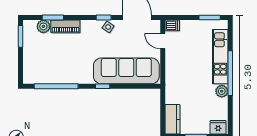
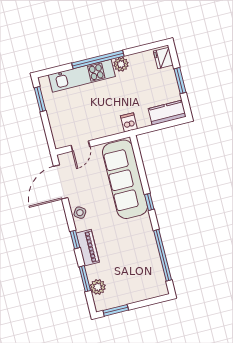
window: (104, 17) -> (75, 240), moved
dishwasher: (172, 25) -> (129, 122), moved
piano: (65, 26) -> (88, 248), moved

